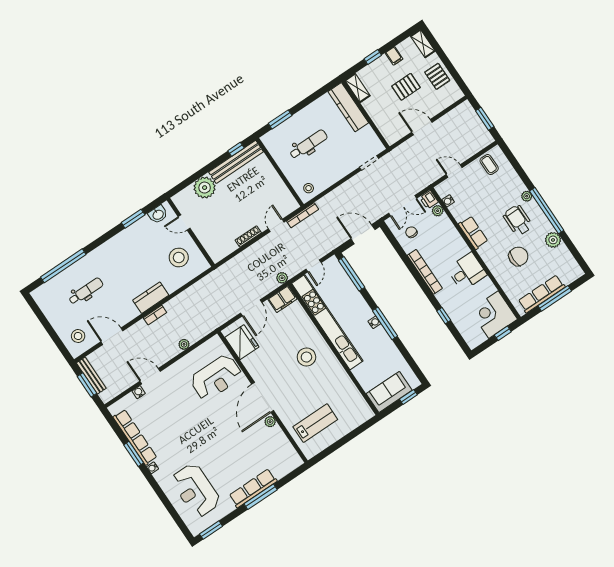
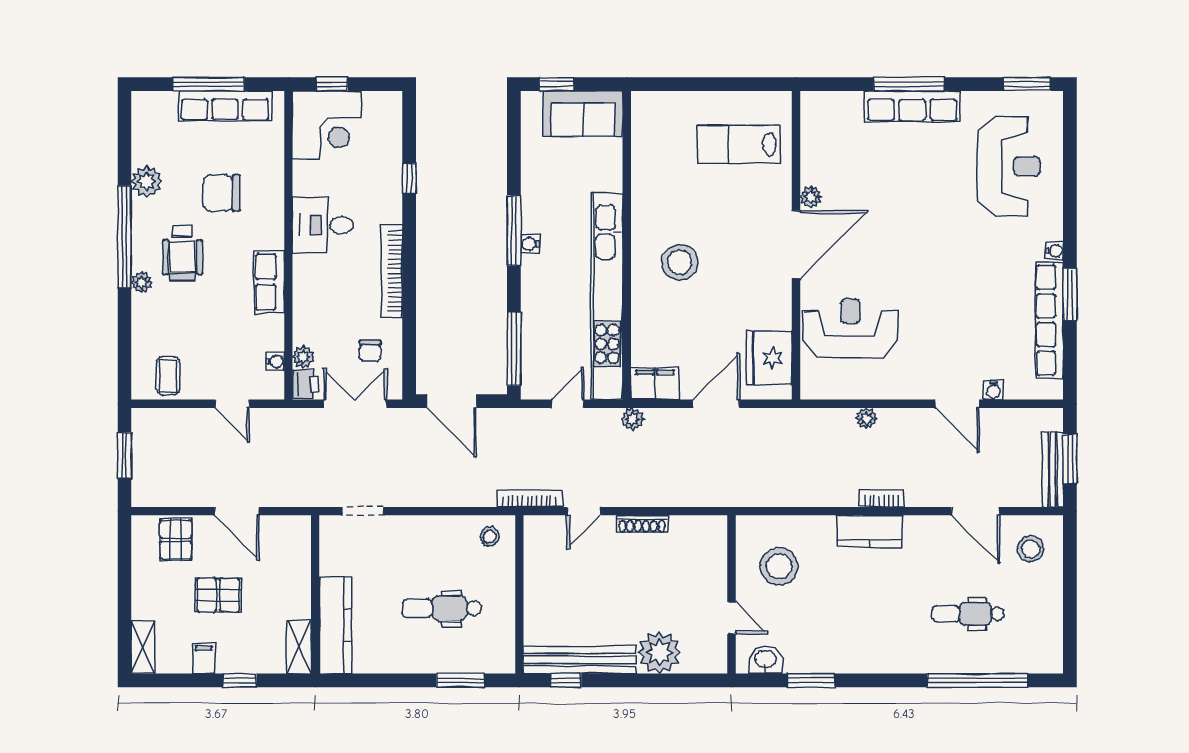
pallet: (437, 76) -> (176, 540), moved

